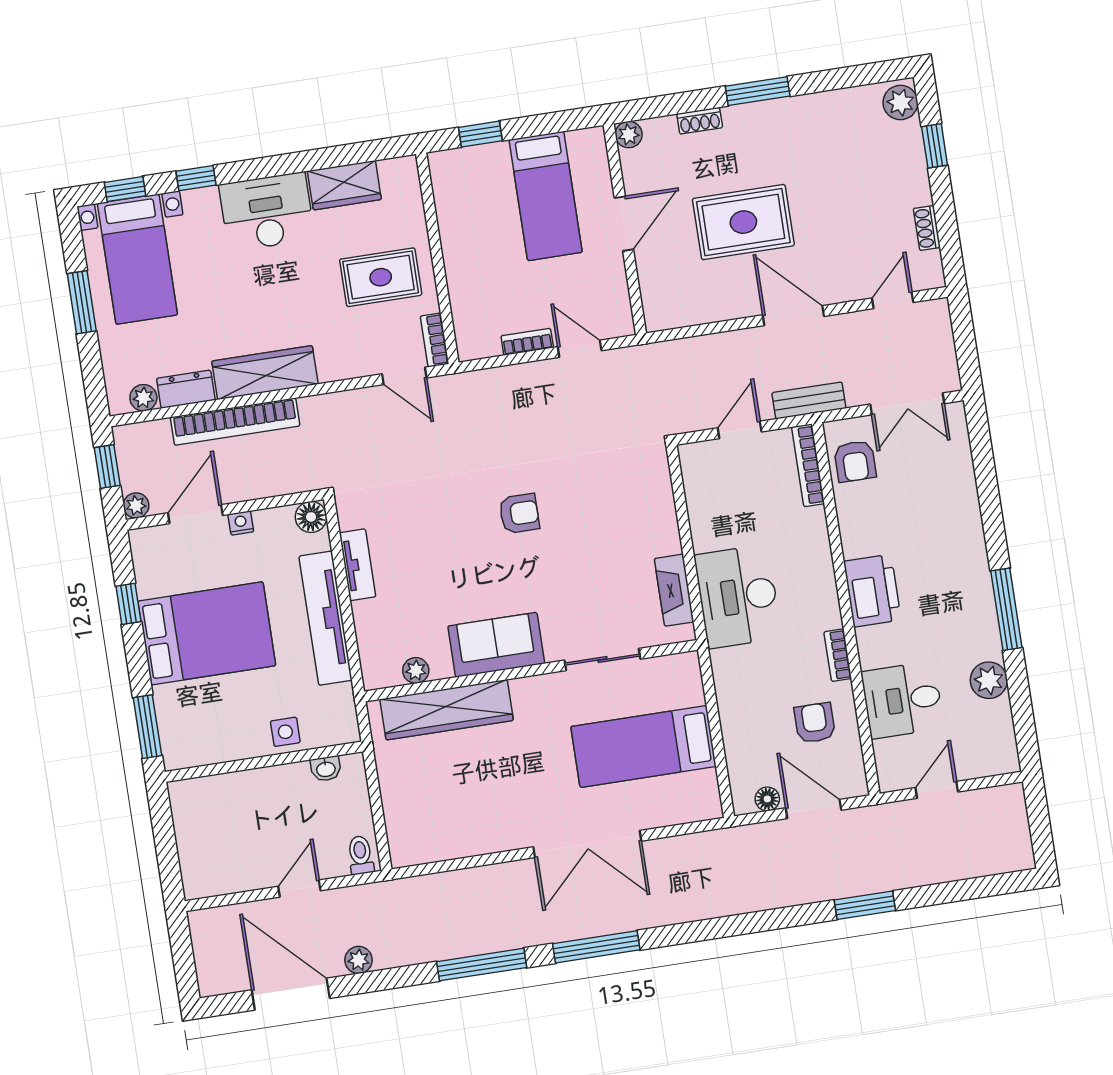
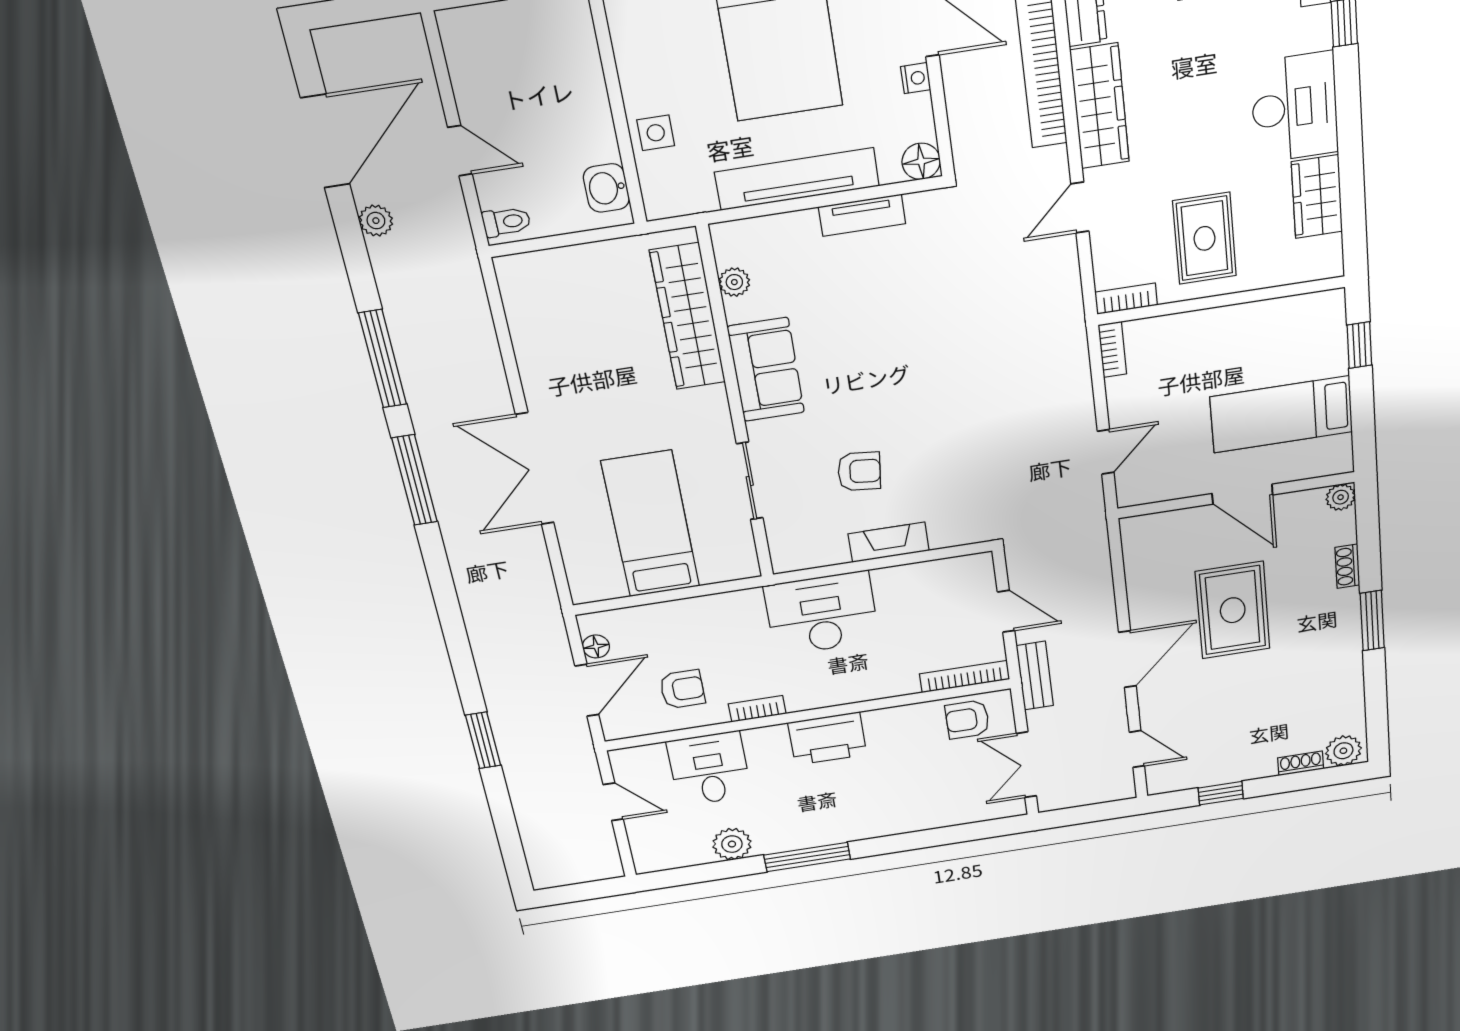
window: (935, 146) -> (1221, 793), moved
shoe rack: (927, 228) -> (1301, 763), moved
bookcase: (527, 342) -> (1112, 350), moved
door: (404, 376) -> (1080, 208), moved
armchair: (519, 513) -> (859, 471), moved, turned -84
fireplace: (674, 590) -> (889, 542), moved
washbasin: (326, 769) -> (606, 188), width x1.38, depth x1.45

